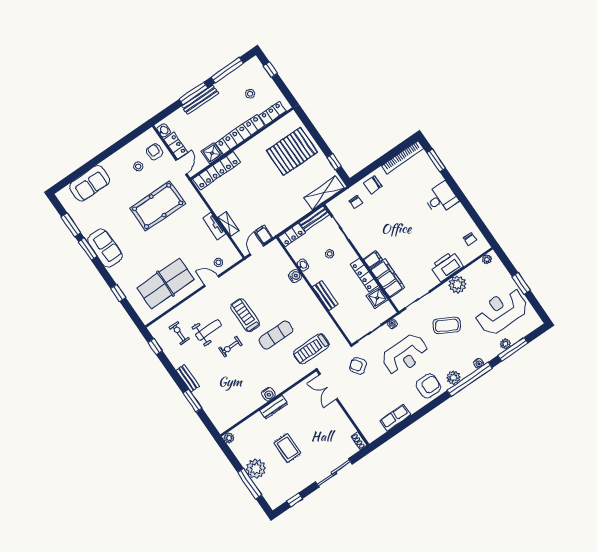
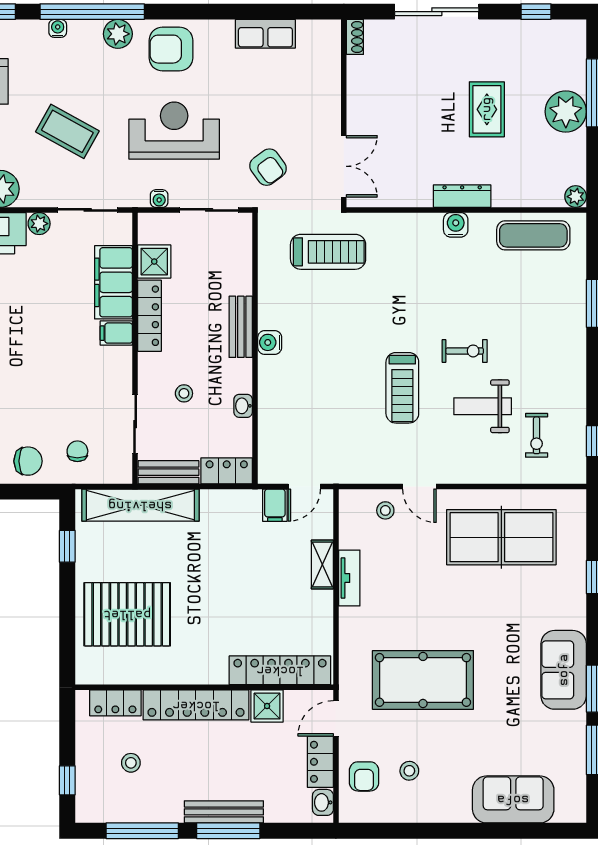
shelving: (324, 193) -> (140, 505), width x1.47
water cooler: (295, 276) -> (270, 342), moved
plant: (433, 281) -> (39, 224), added
exercise mat: (276, 335) -> (533, 235), moved
bench: (188, 378) -> (576, 348), removed

